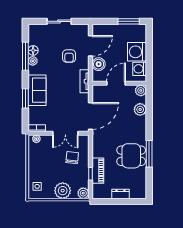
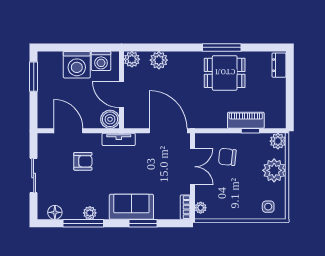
floor lamp: (33, 50) -> (55, 212), moved
boiler: (99, 64) -> (110, 119), moved
dining table: (131, 156) -> (225, 73), turned 90
dresser: (120, 194) -> (279, 65), moved

